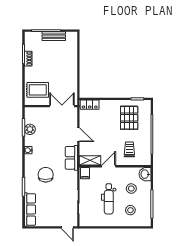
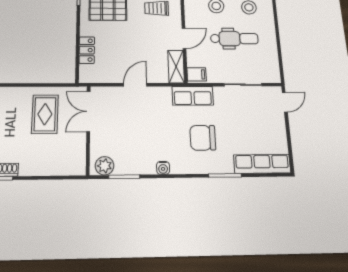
rug: (38, 90) -> (45, 114), moved
locker: (90, 105) -> (87, 50), moved
plant: (30, 129) -> (105, 166), moved
row of seats: (71, 158) -> (193, 96), moved
door: (109, 166) -> (184, 38), swing flipped

